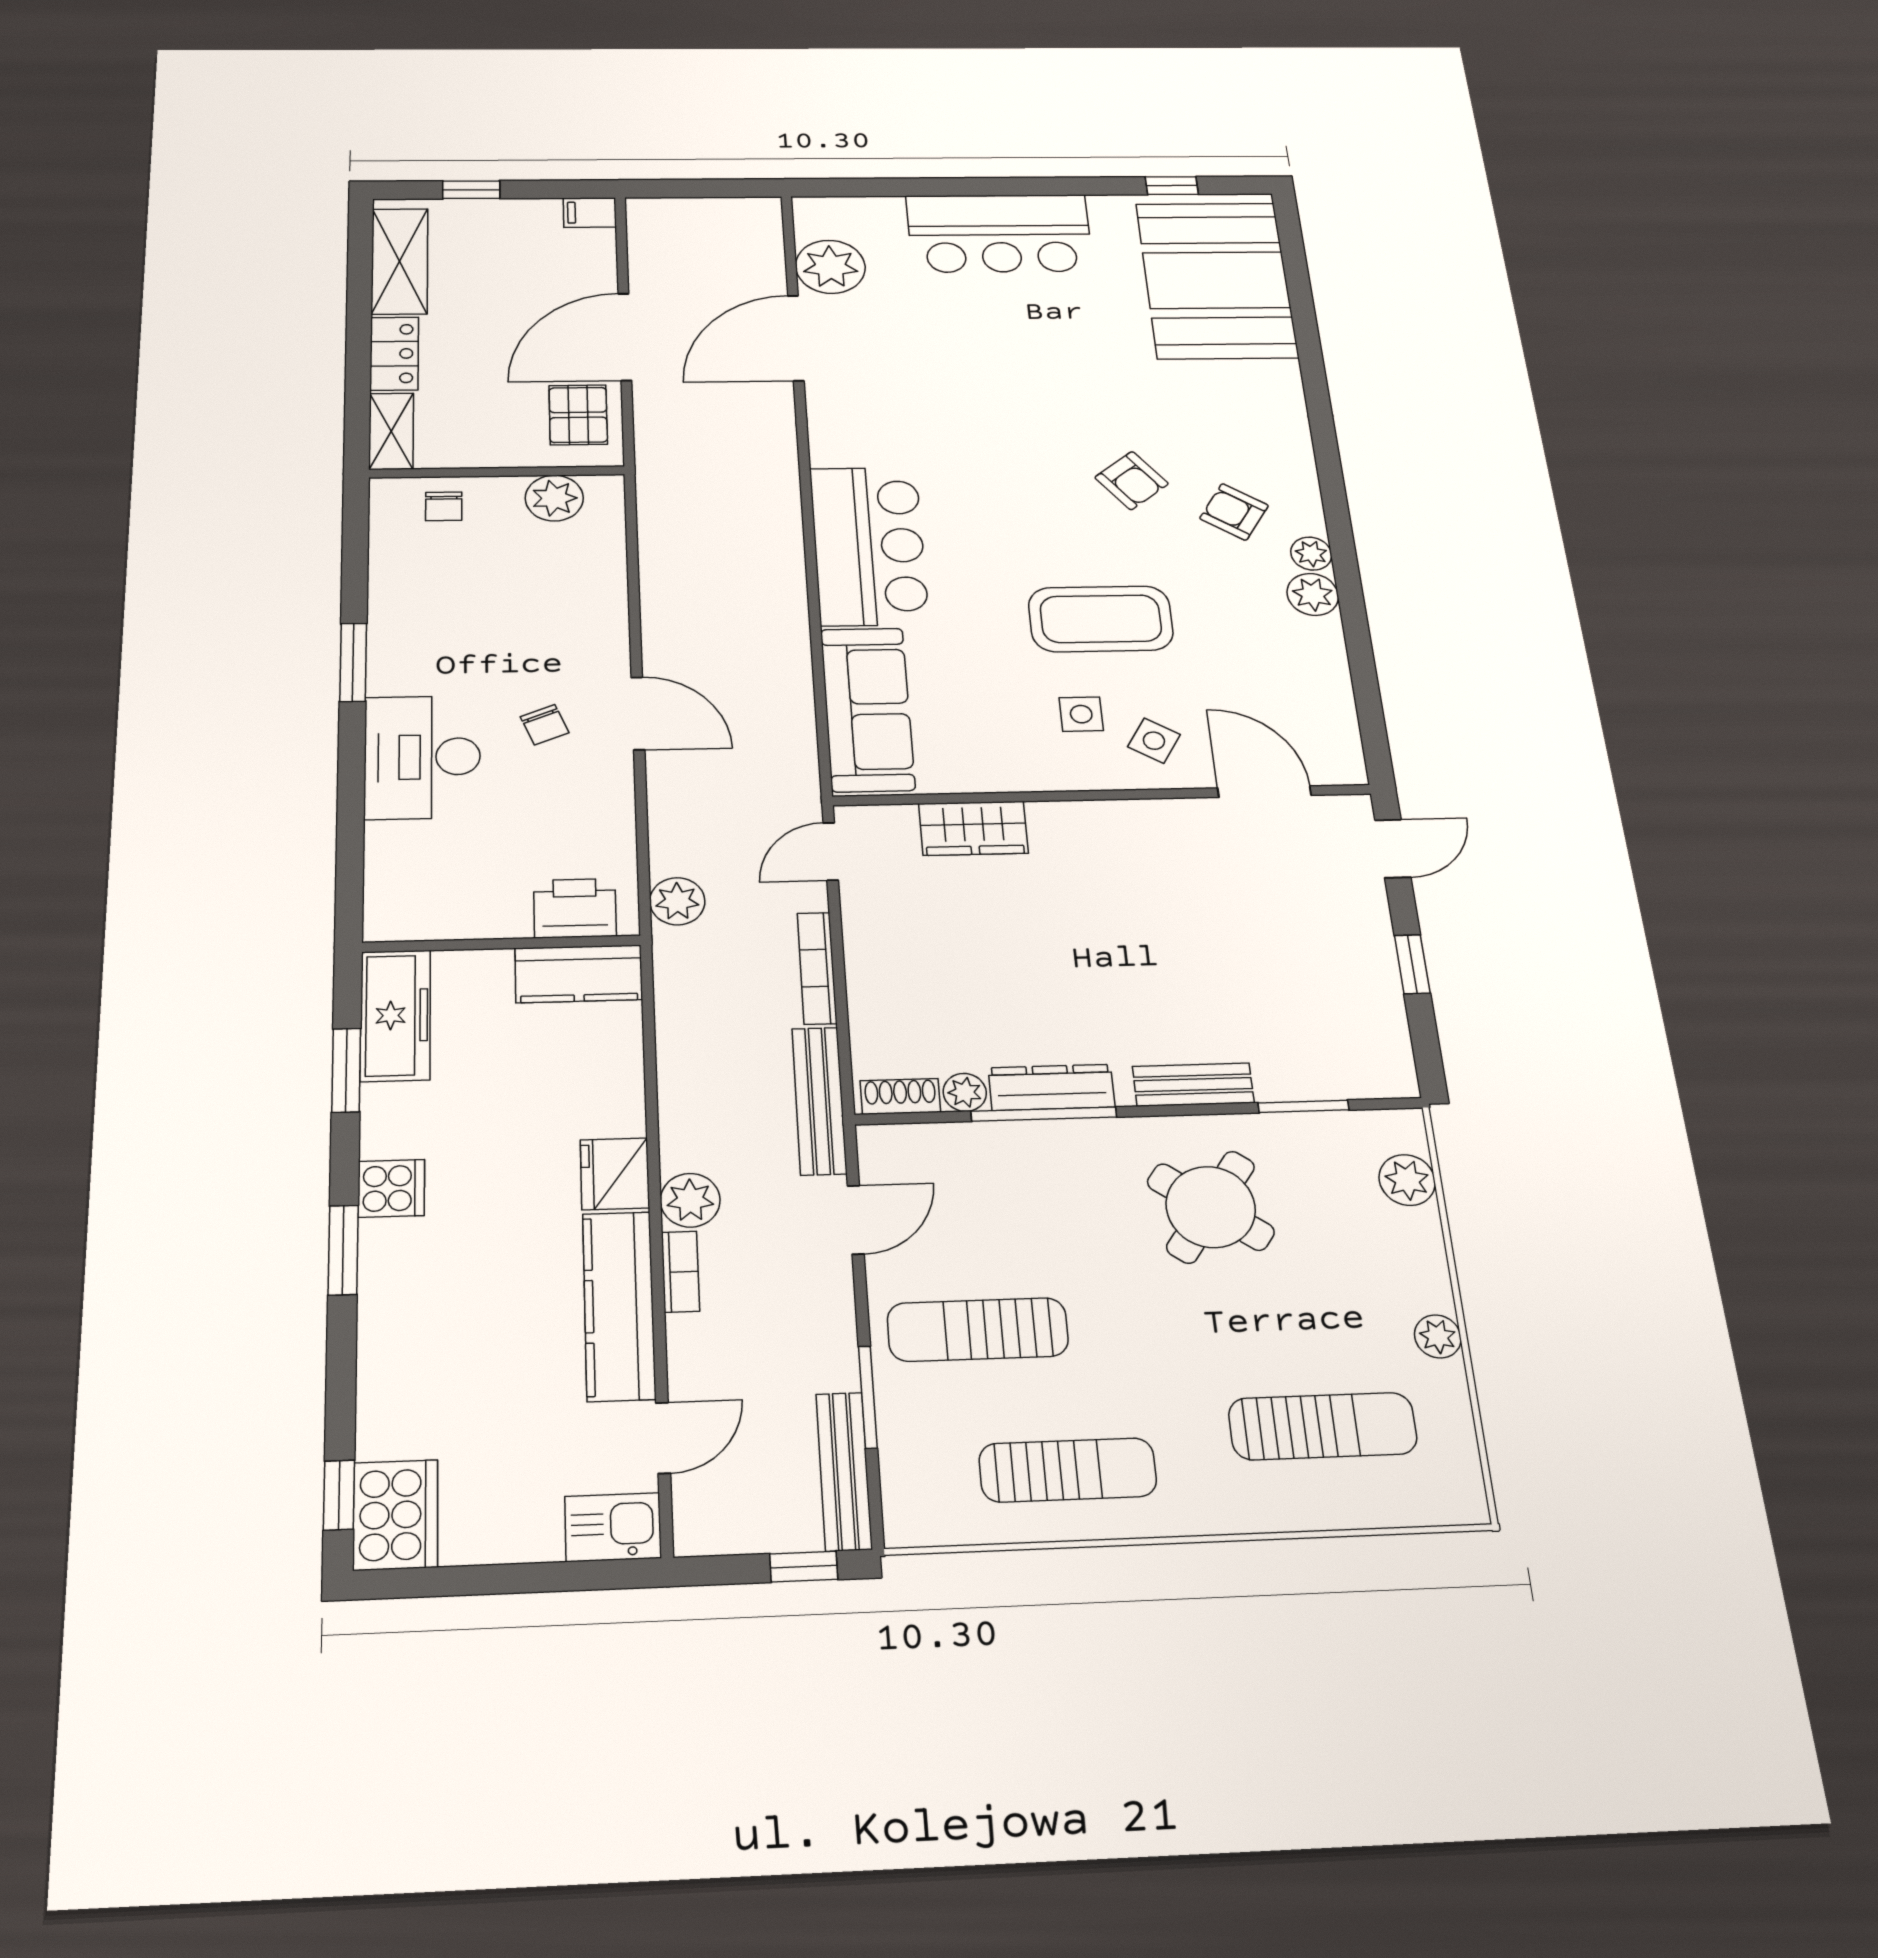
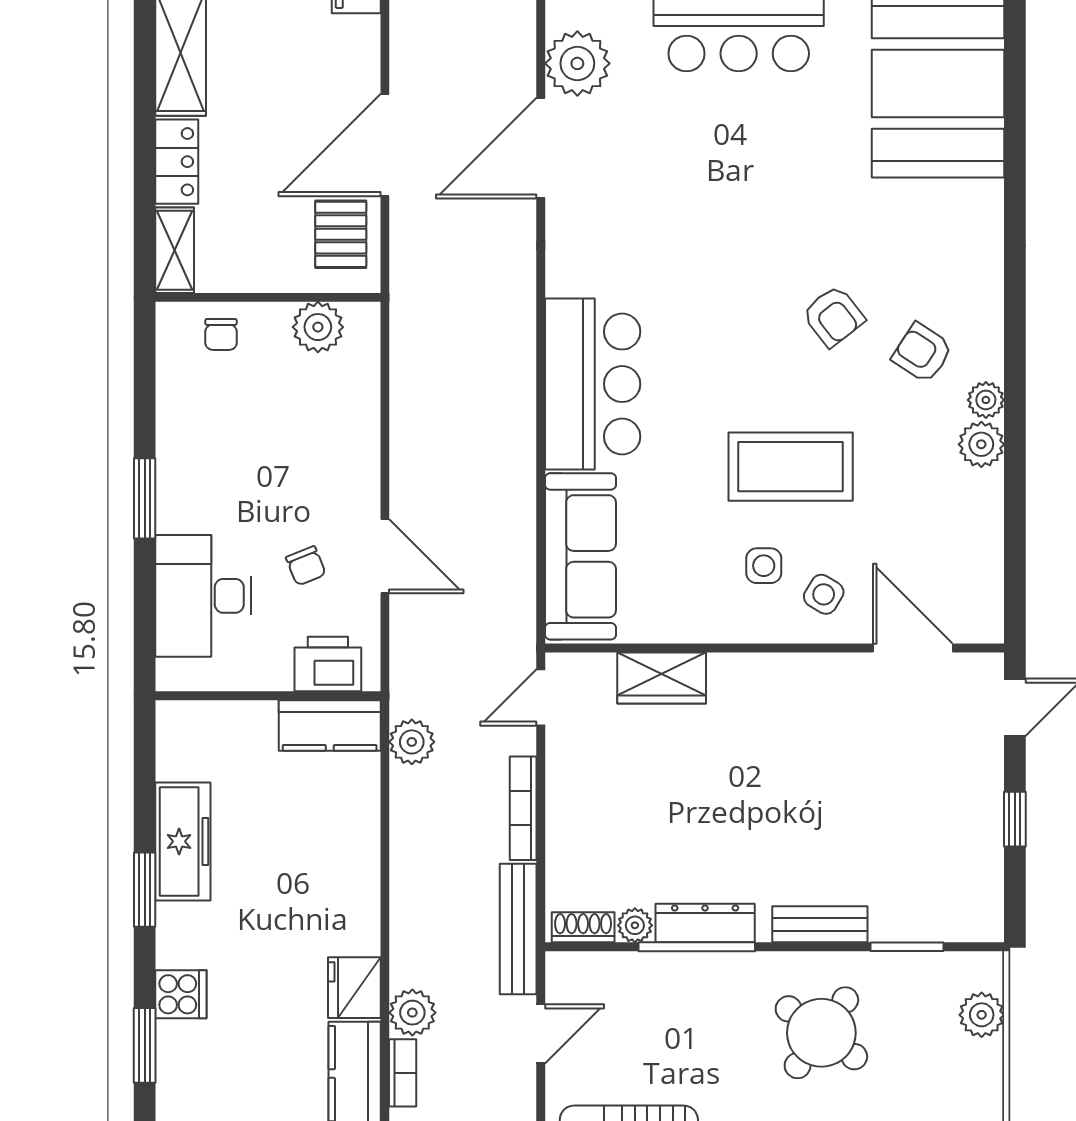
printer: (575, 908) -> (328, 664), moved
wall: (502, 944) -> (268, 696), moved
kitchen counter: (579, 974) -> (330, 725), moved

